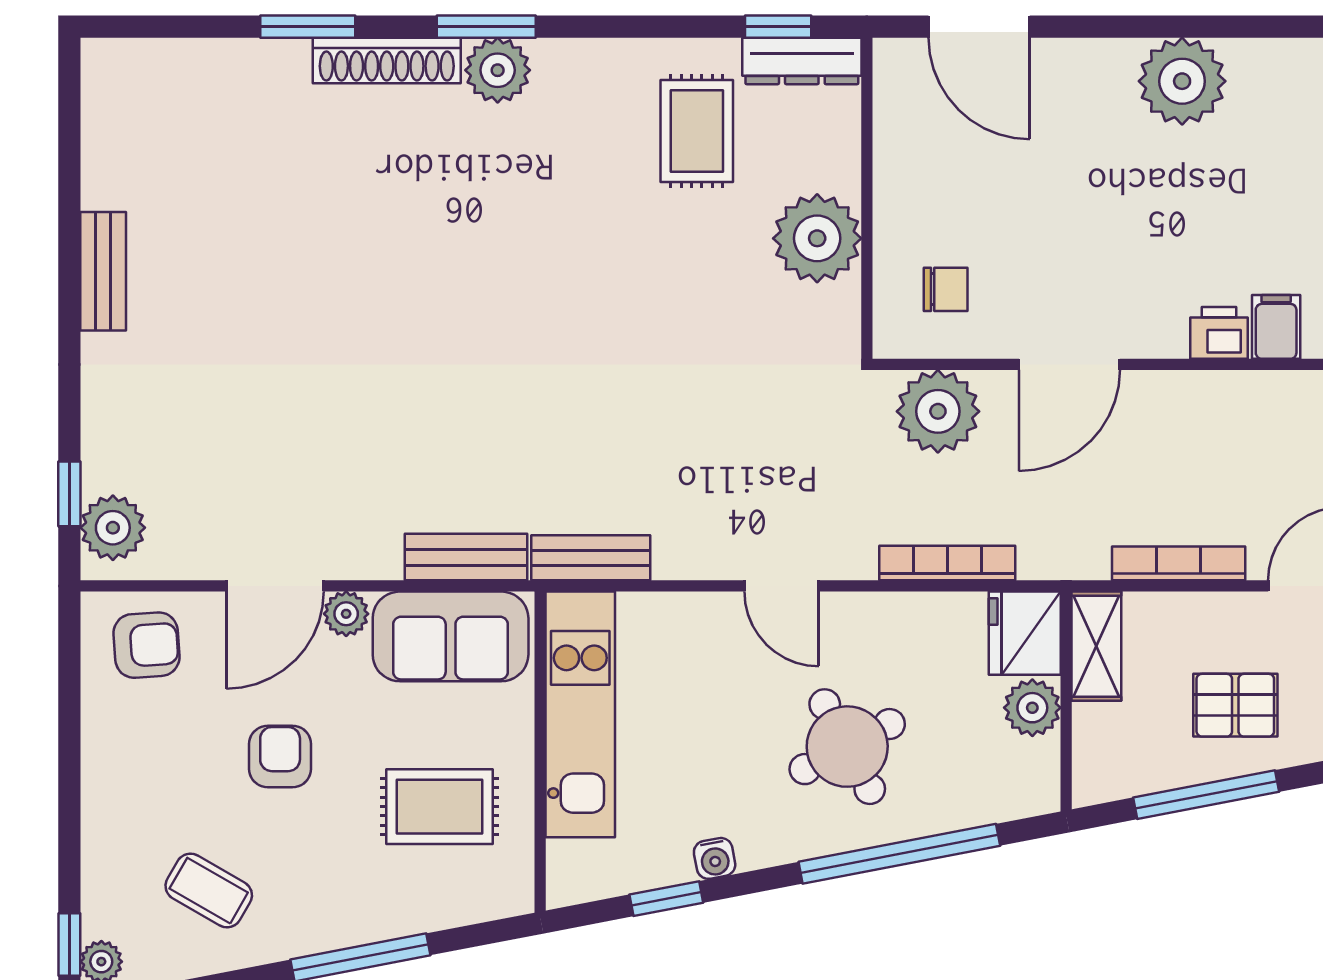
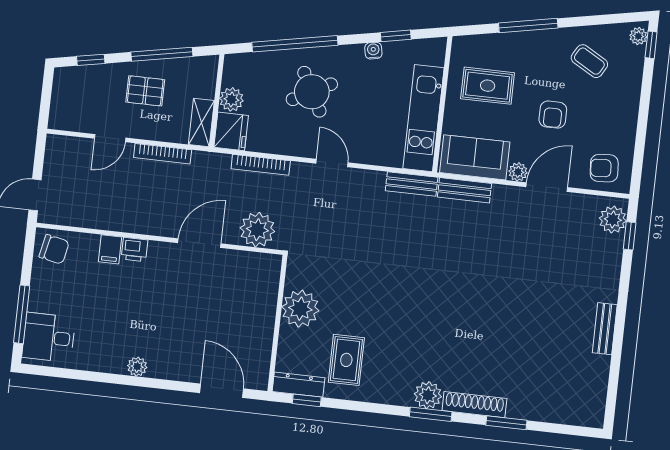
plant: (1182, 81) -> (137, 367), width x0.53, depth x0.53
chair: (946, 289) -> (248, 281), removed

